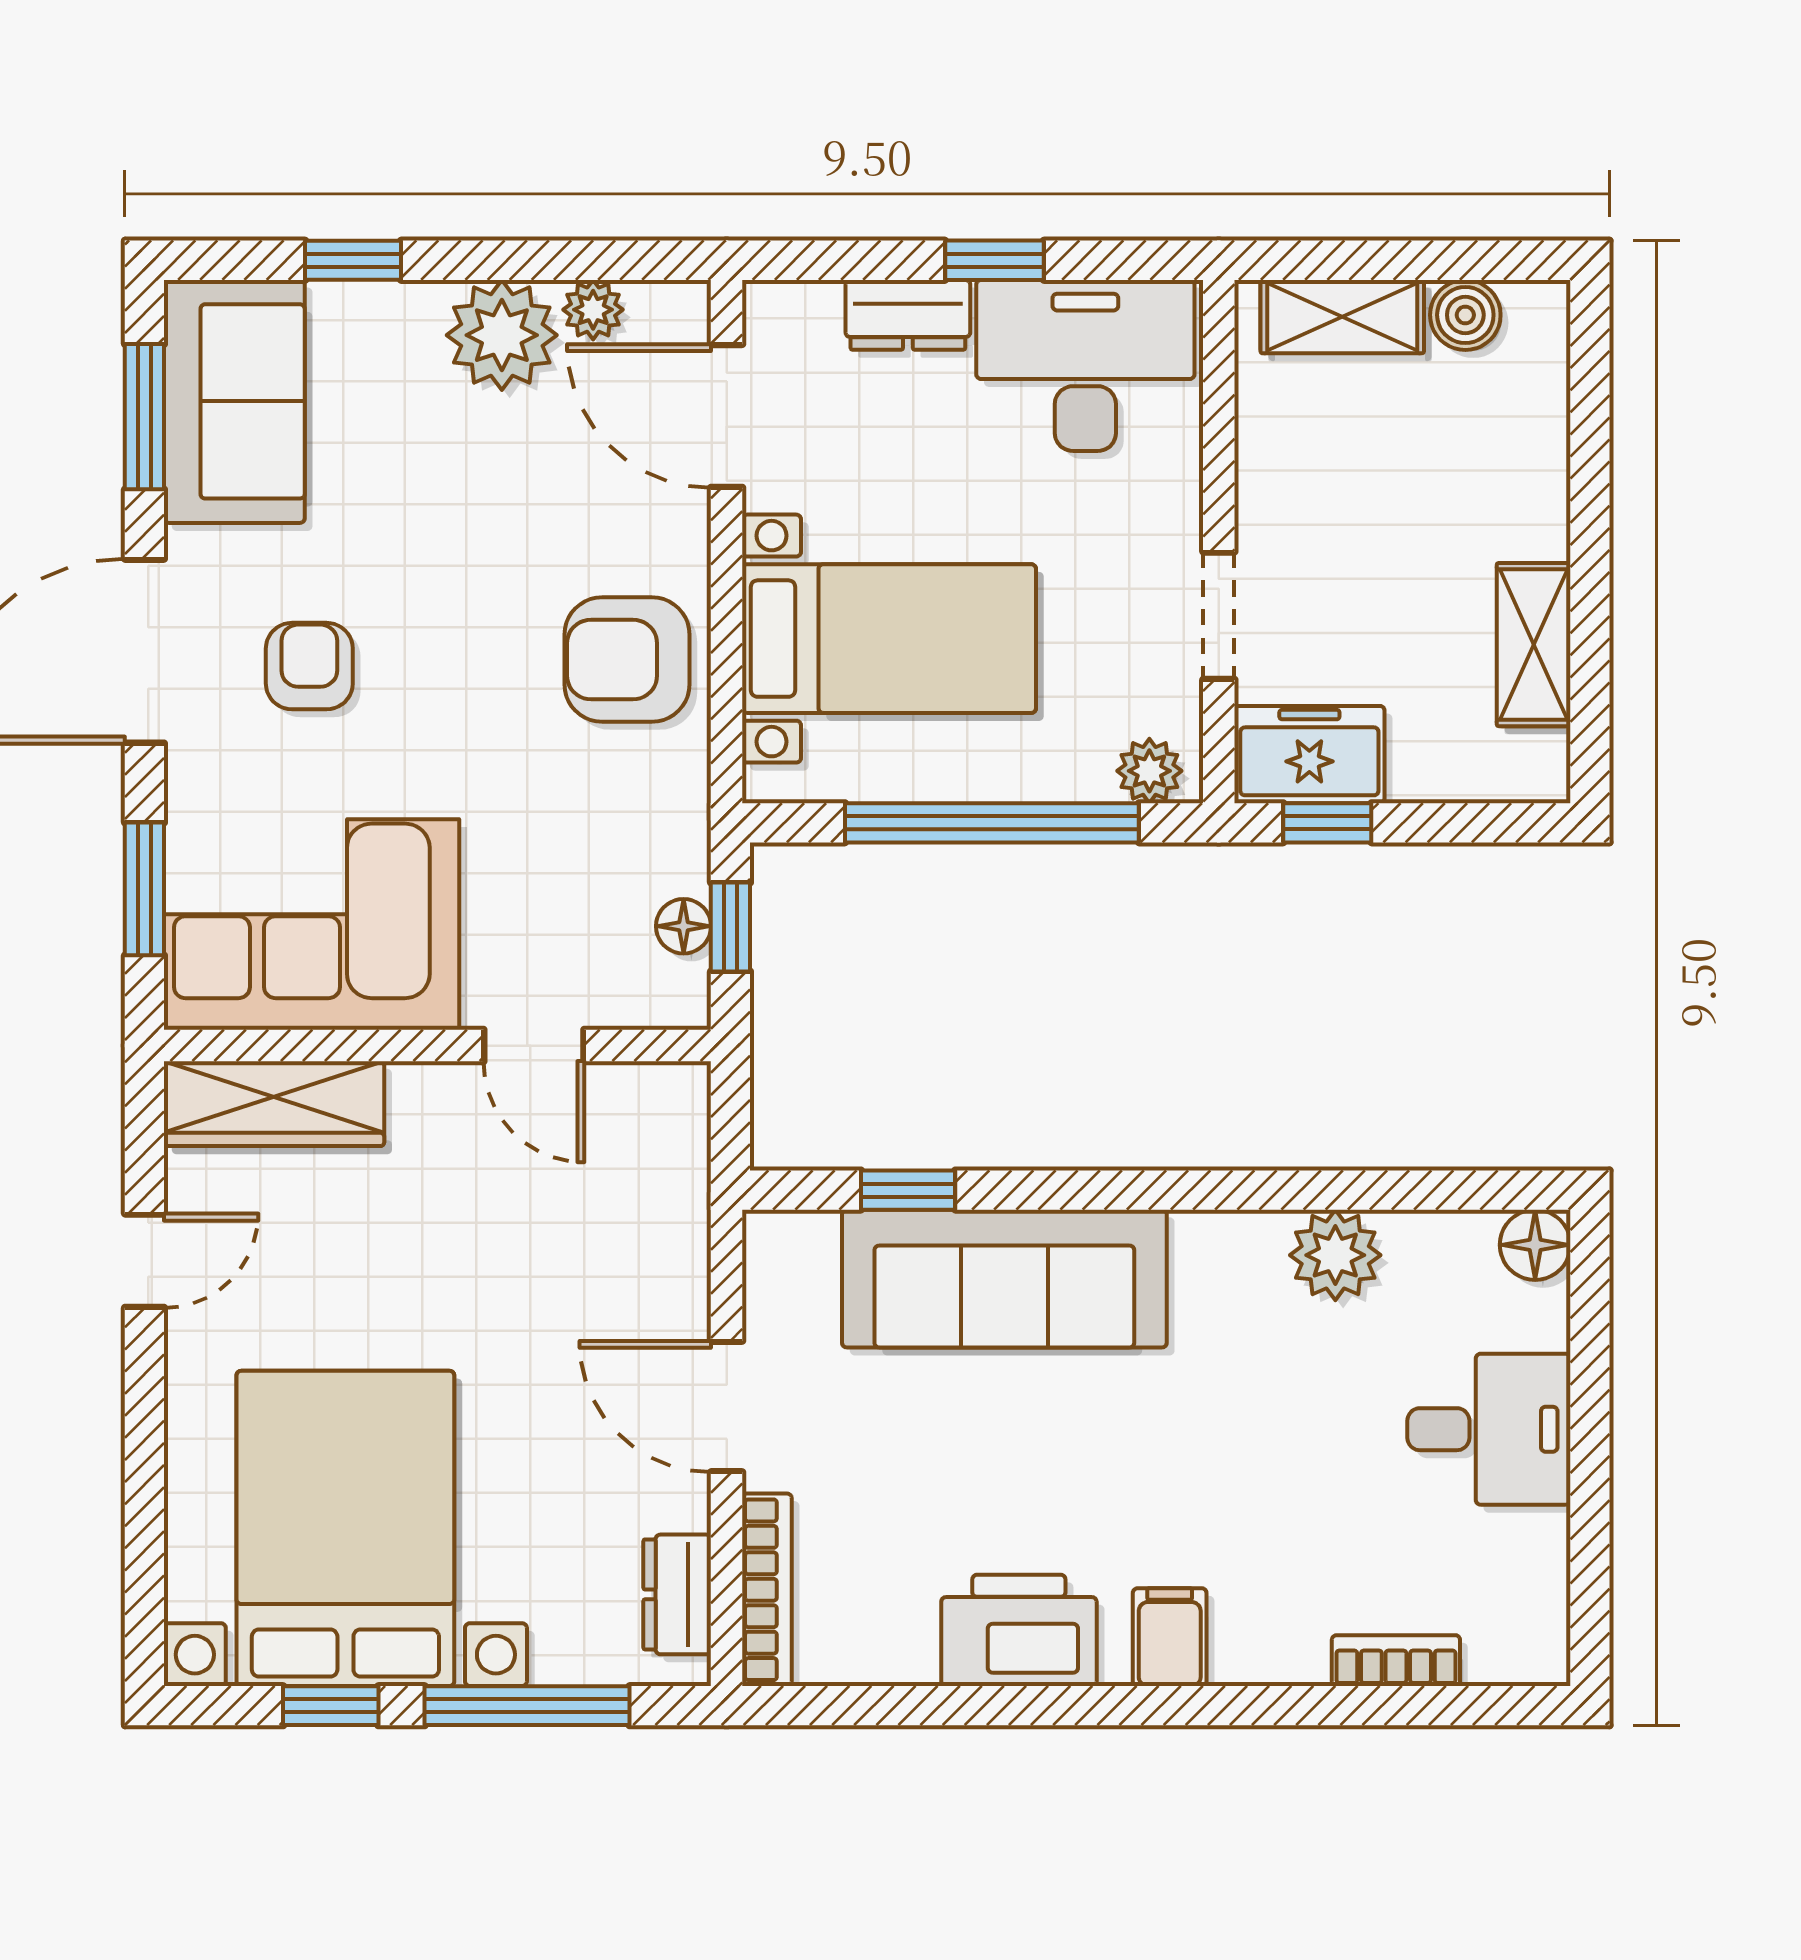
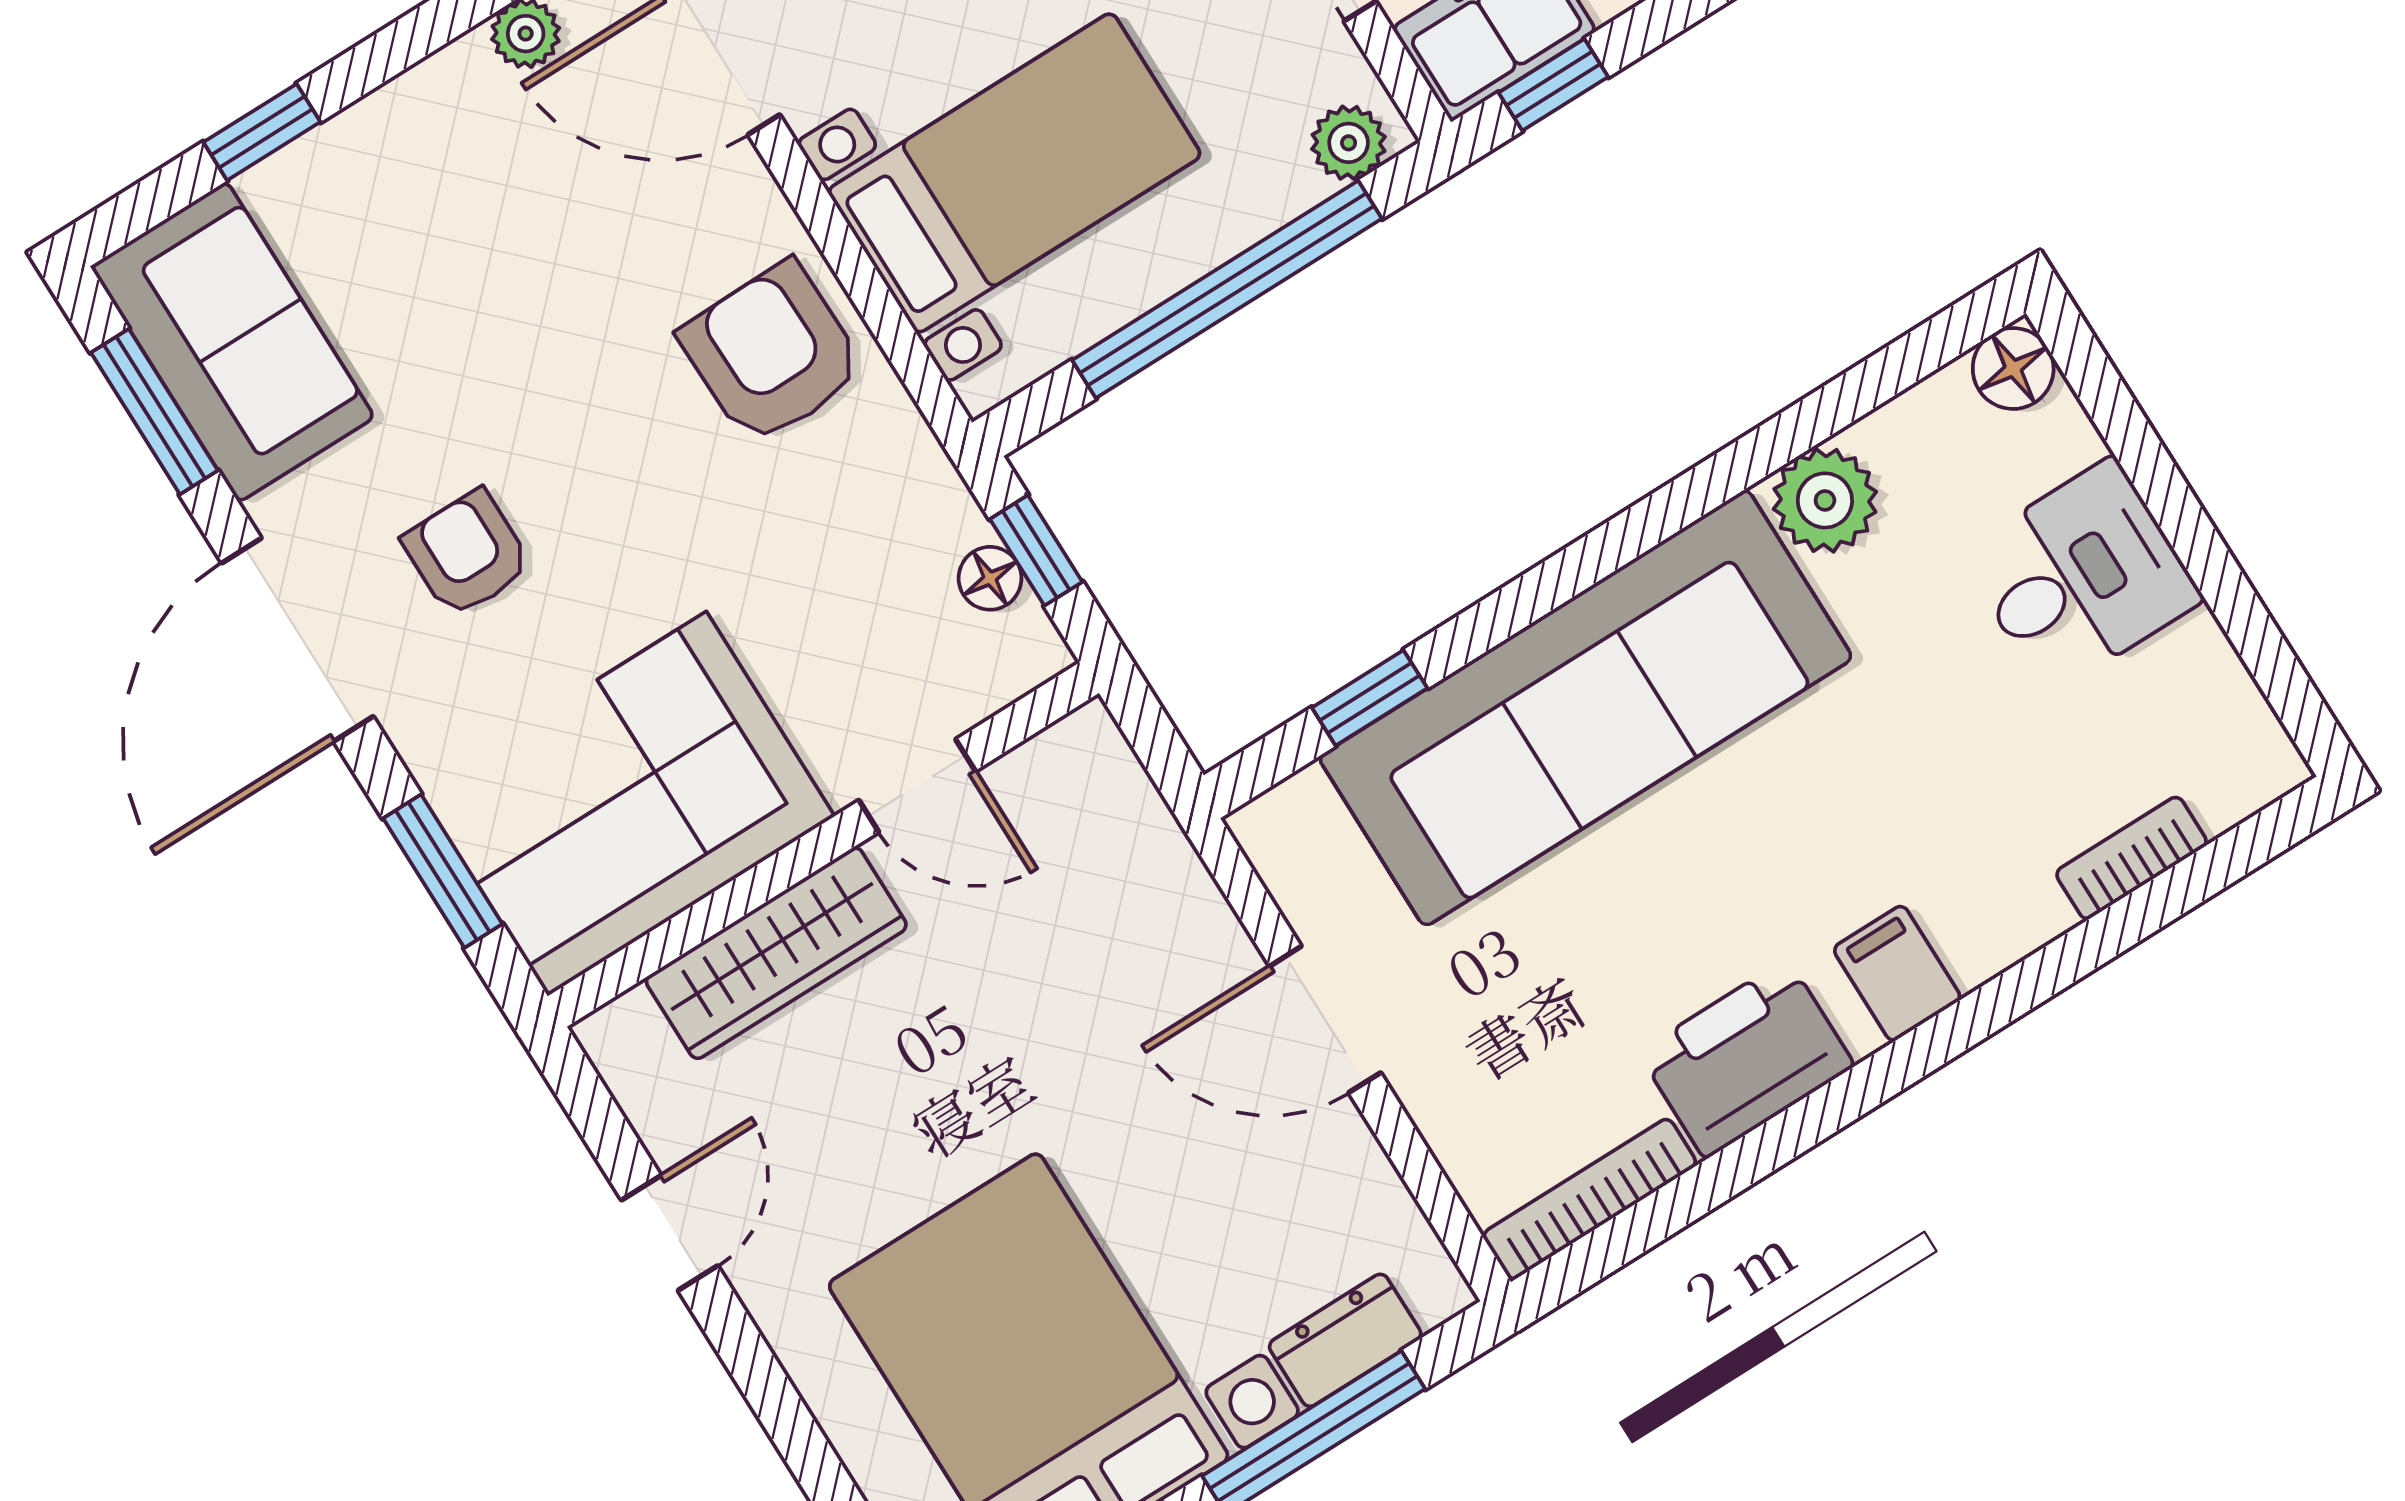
plant: (502, 335) -> (452, 114), removed
armchair: (627, 660) -> (772, 353), turned 89
wardrobe: (274, 1104) -> (776, 953), moved
sofa: (1004, 1279) -> (1586, 708), width x1.36, depth x1.27
bookcase: (767, 1590) -> (1590, 1199), moved, turned -90
dresser: (677, 1594) -> (1345, 1340), moved, turned 90

